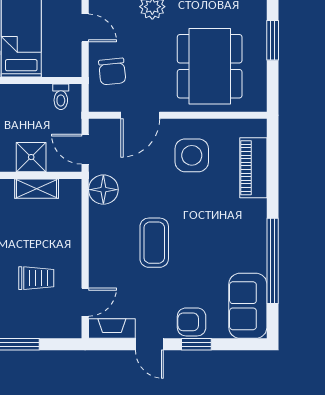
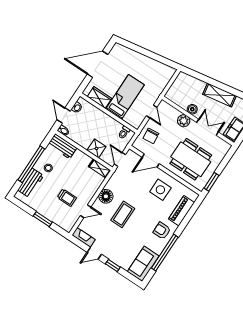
window: (273, 40) -> (212, 182), moved
dining table: (210, 66) -> (191, 159), turned 90
shelving: (37, 189) -> (100, 168), moved
floor lamp: (103, 190) -> (106, 196), moved
door: (85, 302) -> (86, 211), moved
armchair: (192, 322) -> (162, 231), moved
door: (149, 344) -> (94, 253), hinge flipped

